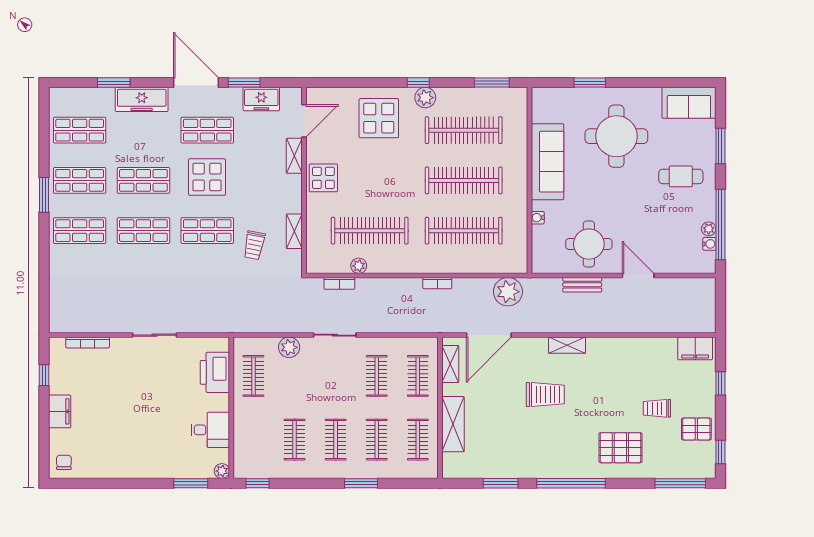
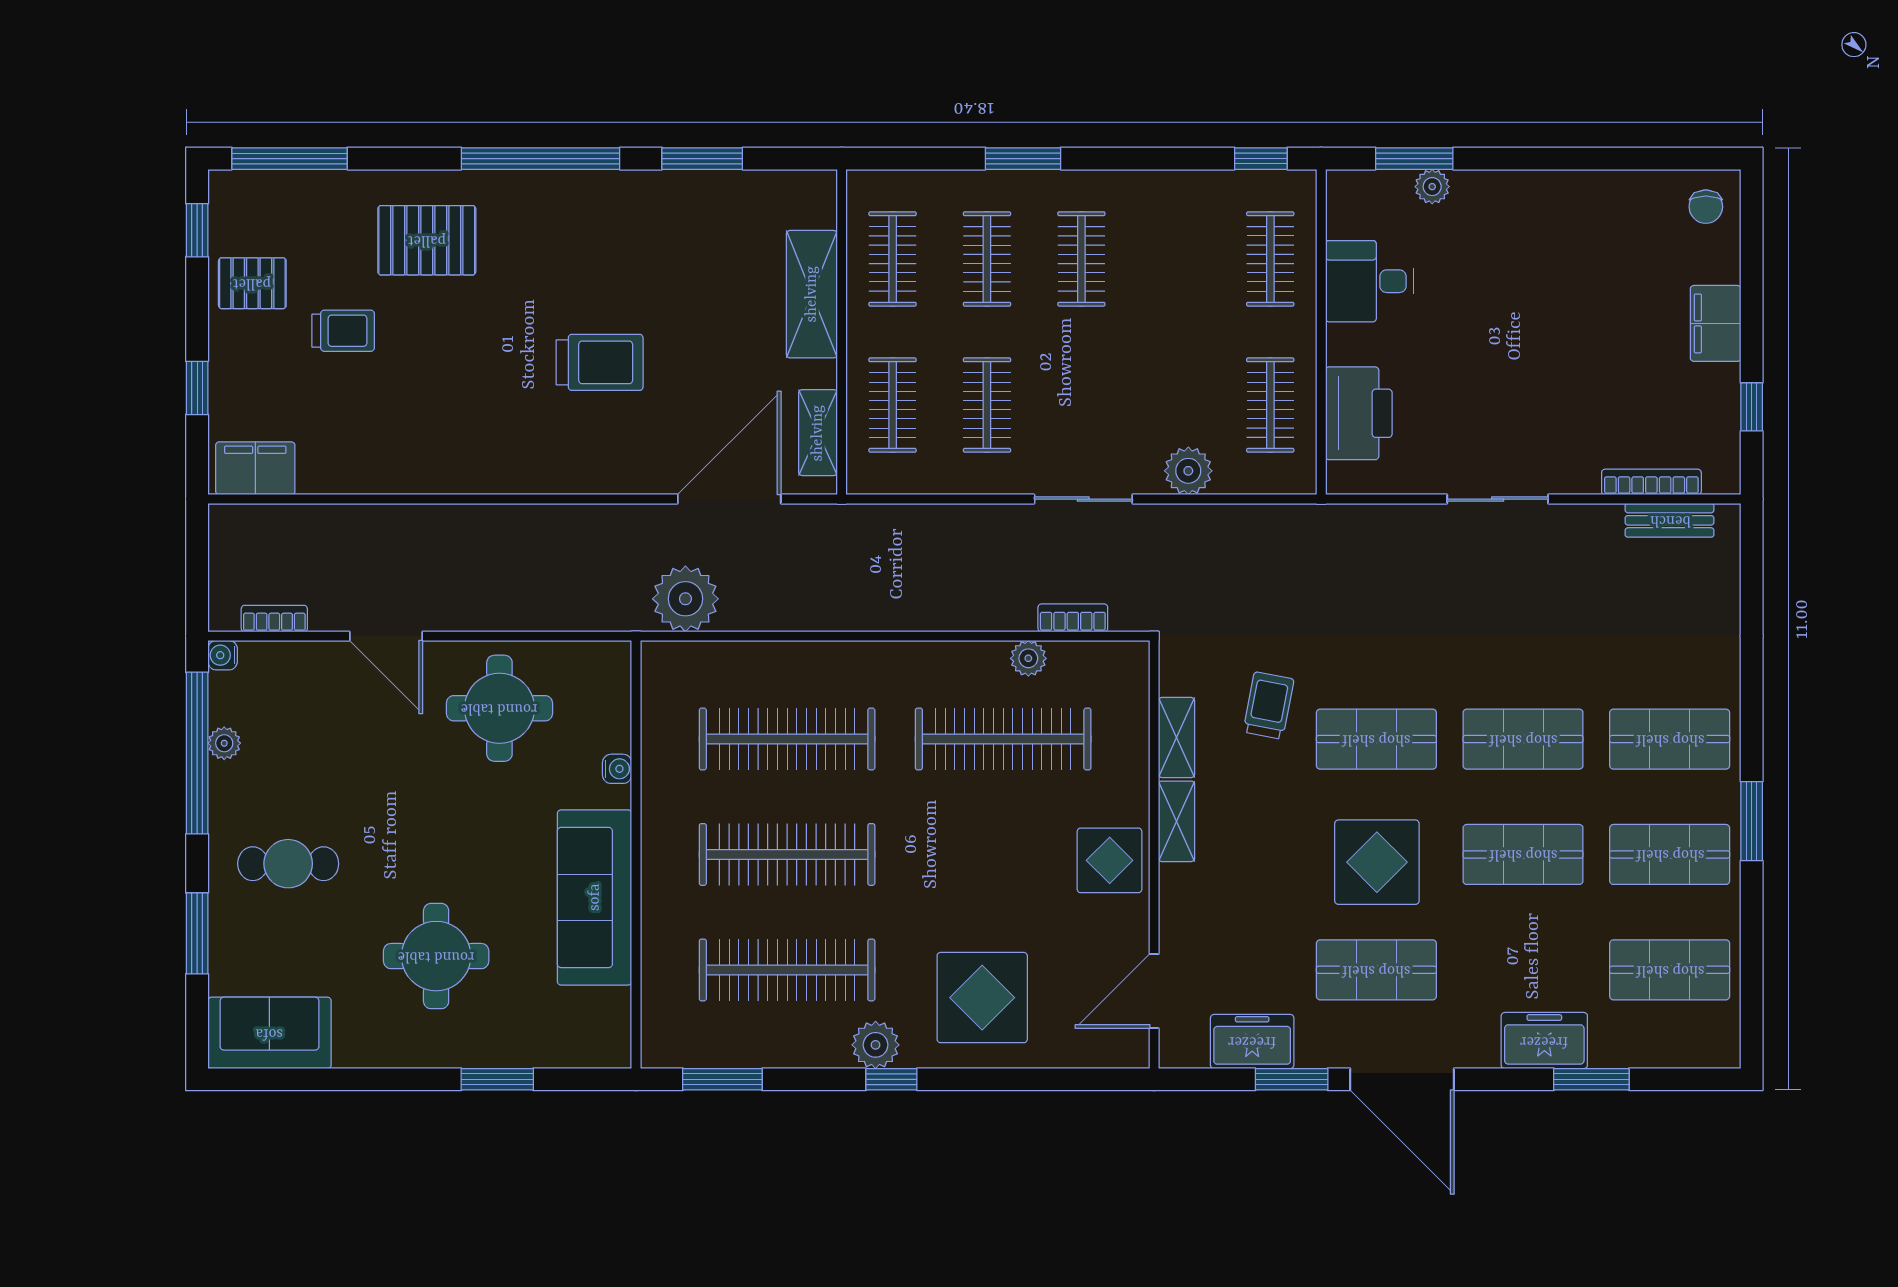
freezer: (142, 99) -> (1544, 1041), width x0.71
round table: (616, 136) -> (436, 956), width x0.73, depth x0.73
shelving: (294, 156) -> (1177, 821), moved
water cooler: (709, 244) -> (223, 655), moved
bookcase: (437, 283) -> (274, 619), moved
bench: (582, 285) -> (1670, 520), moved
shelving: (567, 345) -> (550, 476), removed
trolley: (545, 395) -> (600, 362), turned 180
clothes rail: (295, 440) -> (1270, 259), moved
plant: (222, 471) -> (1432, 187), moved

